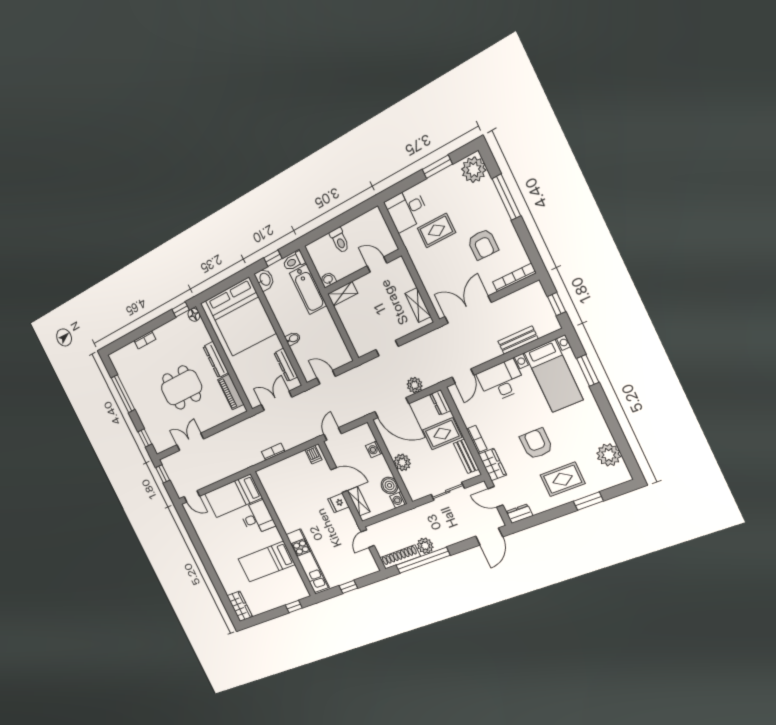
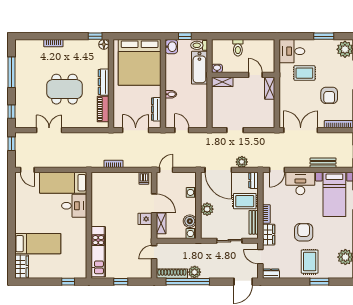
shelving: (418, 305) -> (270, 88), moved
rug: (563, 479) -> (310, 262), turned 90
bed: (266, 562) -> (38, 244), moved, turned 180

